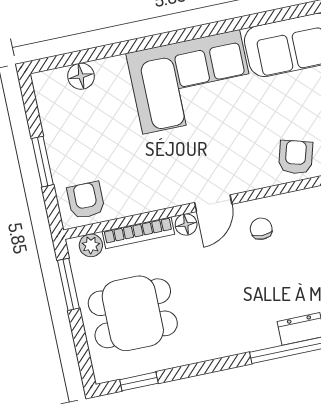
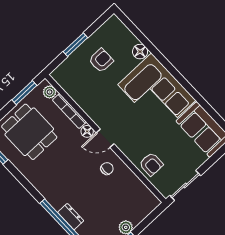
floor lamp: (81, 76) -> (140, 52), moved
armchair: (296, 157) -> (151, 164), turned 74
armchair: (86, 200) -> (101, 60), moved

